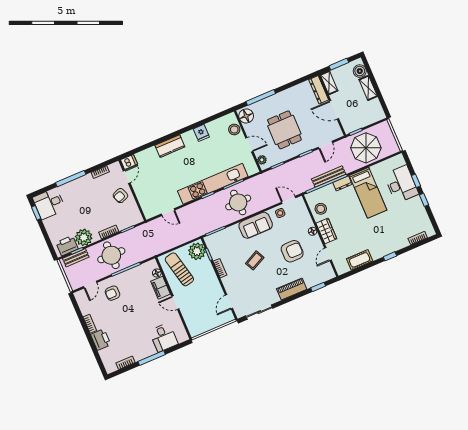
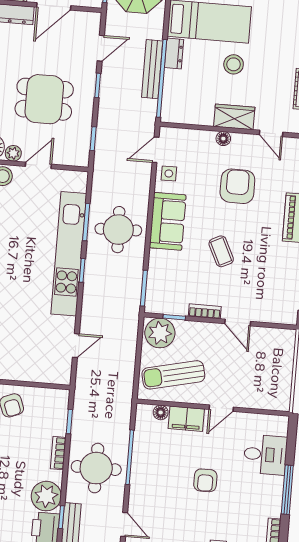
door: (325, 145) -> (101, 48), hinge flipped
plant: (262, 160) -> (13, 153), moved
stool: (321, 209) -> (234, 64), moved
armchair: (113, 293) -> (205, 480), moved
door: (229, 302) -> (238, 323), moved

